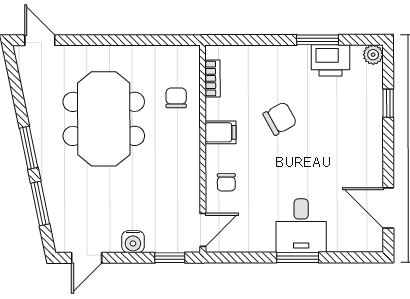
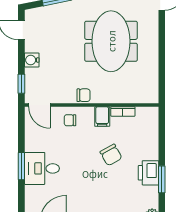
printer: (330, 60) -> (148, 173), moved
bookcase: (213, 78) -> (123, 111), moved
chair: (176, 98) -> (84, 95), moved
meeting table: (104, 119) -> (111, 41), turned 90

